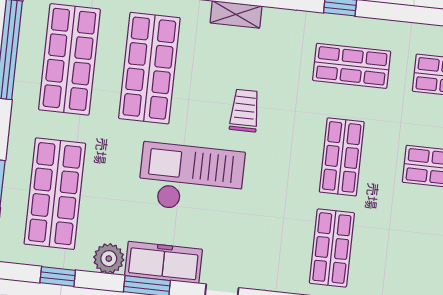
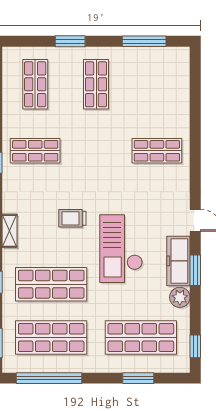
shop shelf: (352, 66) -> (35, 151), turned 90
shop shelf: (342, 157) -> (96, 151), removed
window: (58, 276) -> (195, 346), moved

